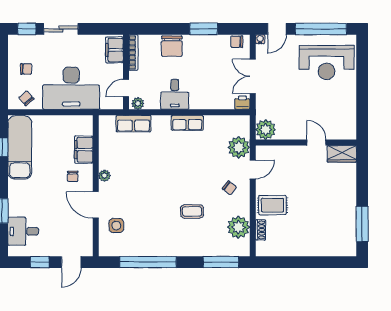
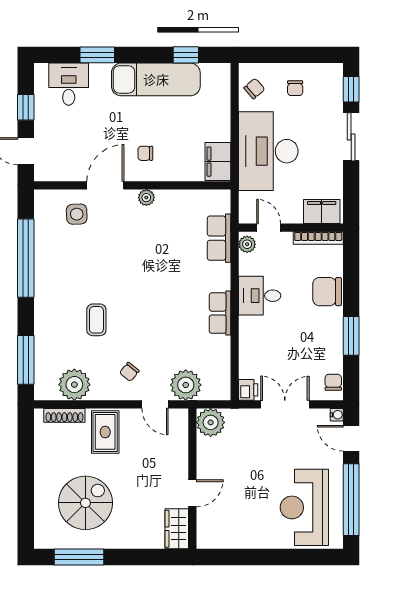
exam couch: (20, 147) -> (156, 79), moved
filing cabinet: (84, 150) -> (218, 162), moved, turned -90
spiral stairs: (323, 219) -> (85, 503), added
shoe rack: (261, 230) -> (64, 415), width x1.43

